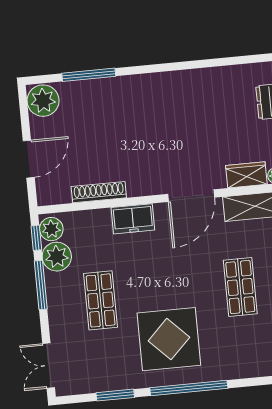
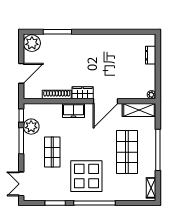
wardrobe: (246, 175) -> (83, 93), moved
plant: (51, 229) -> (30, 112), removed
shop shelf: (240, 287) -> (127, 152), width x1.43, depth x1.36

